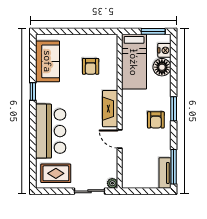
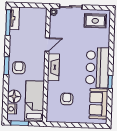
armchair: (156, 120) -> (19, 68), moved
bar counter: (51, 131) -> (97, 68), moved
door: (120, 139) -> (47, 44), hinge flipped

